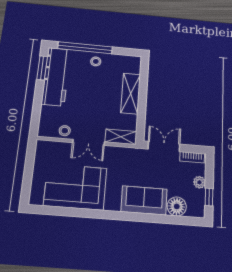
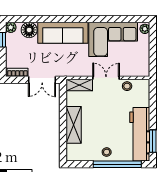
plant: (199, 182) -> (11, 27), moved
plant: (35, 197) -> (145, 29), added
sofa: (144, 200) -> (63, 33), width x1.36

